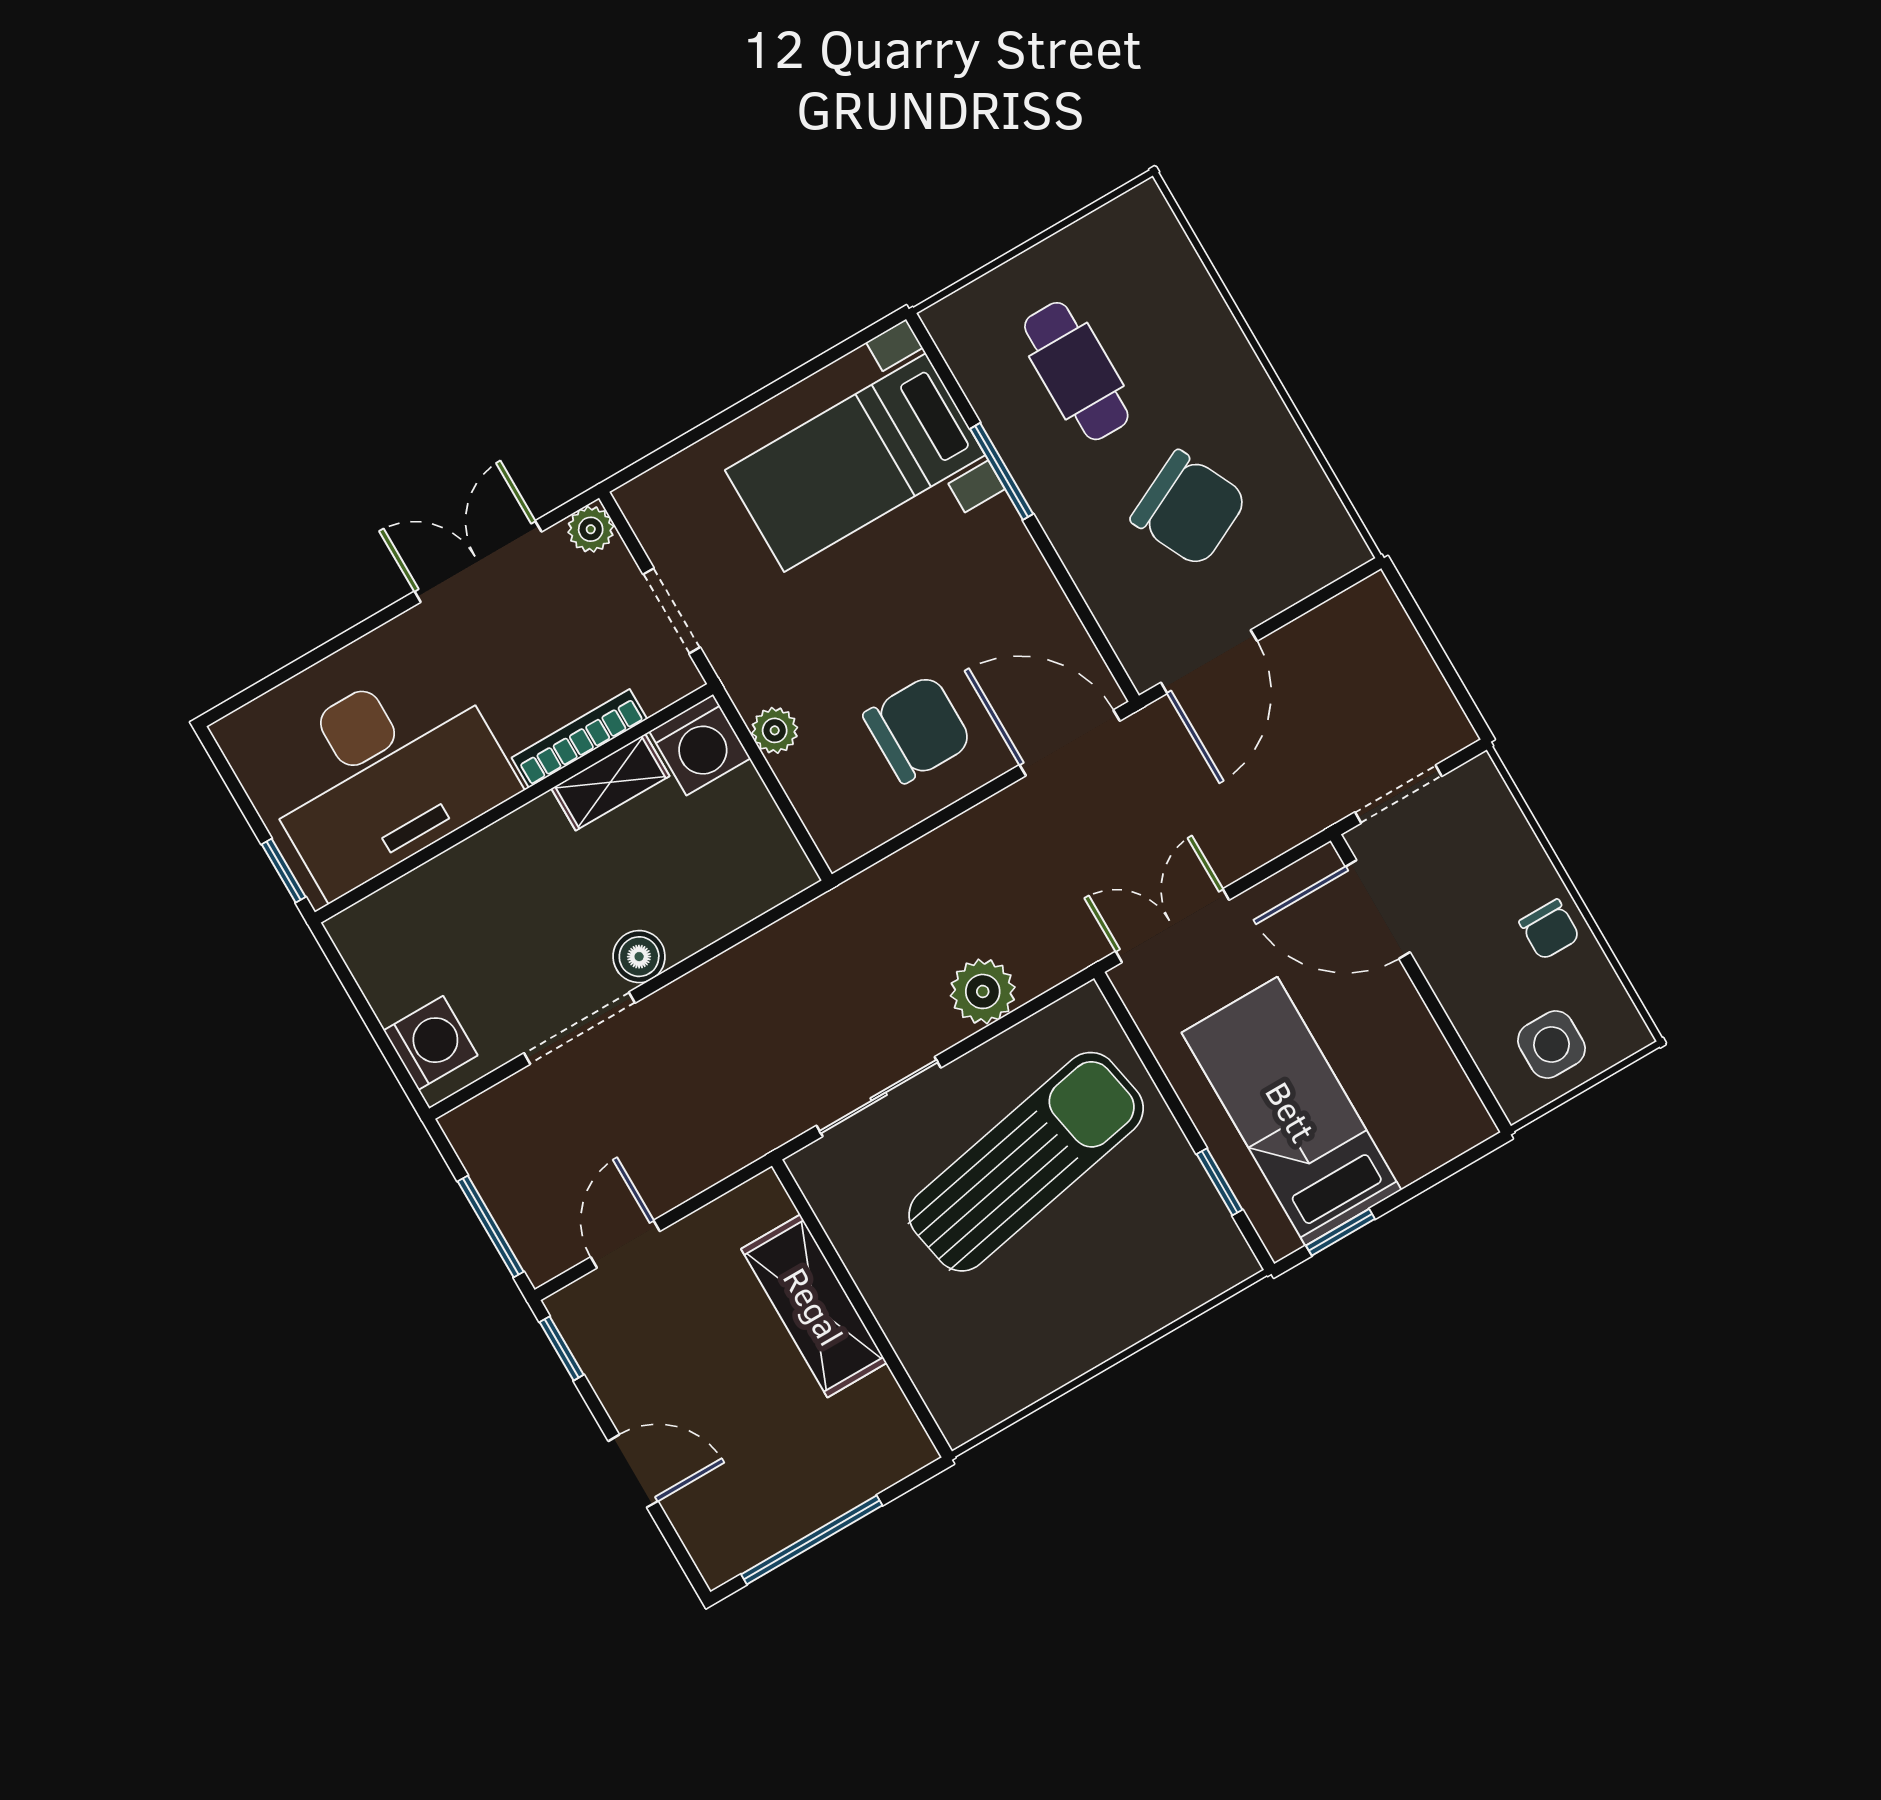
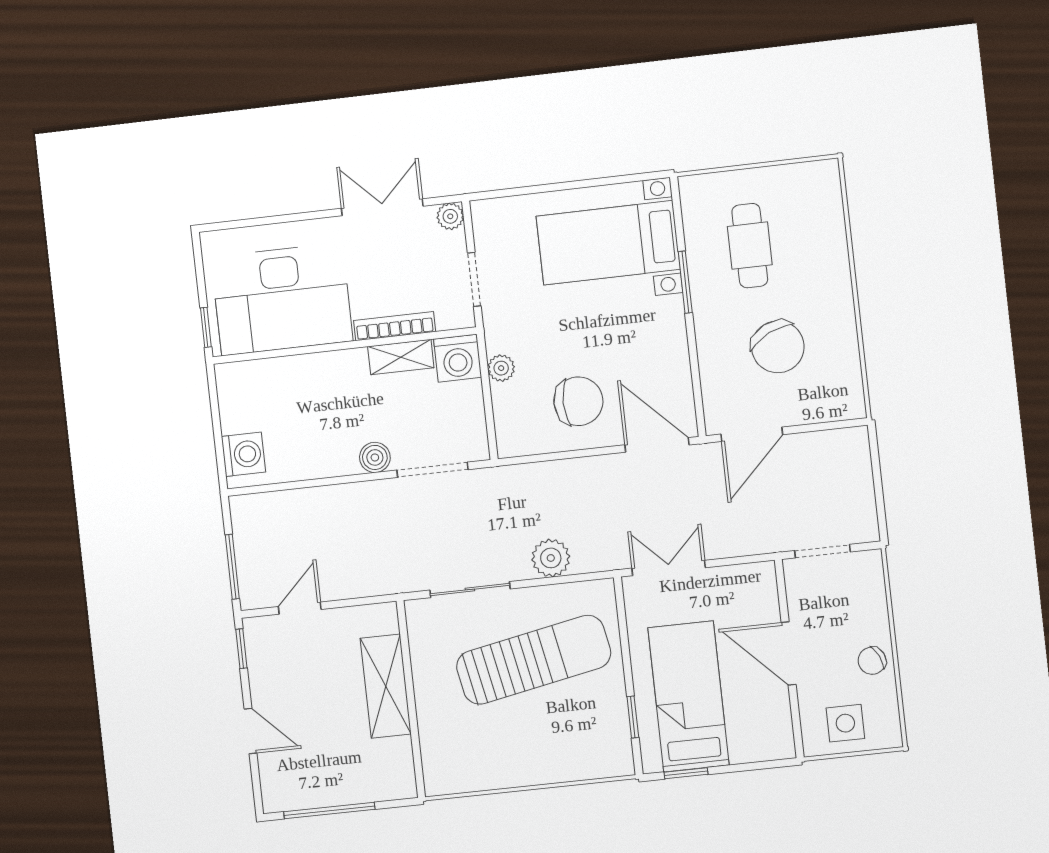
door: (1378, 909) -> (789, 653), moved
chair: (1550, 930) -> (872, 661), turned 65
doorway: (580, 1028) -> (432, 470), moved

